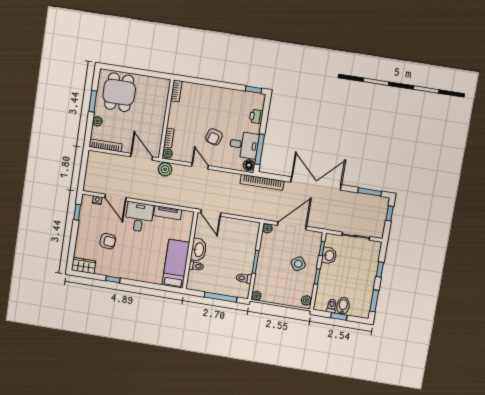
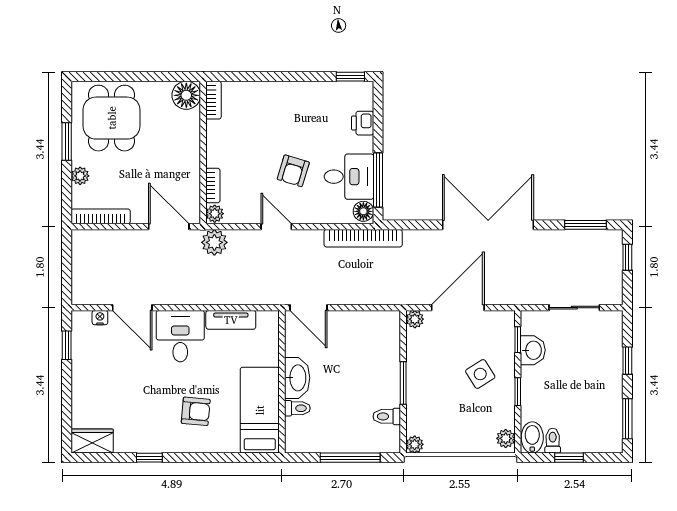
floor lamp: (162, 86) -> (186, 95), added
bookcase: (262, 182) -> (363, 238), moved
armchair: (108, 241) -> (196, 411), moved
bidet: (343, 306) -> (532, 437), moved

